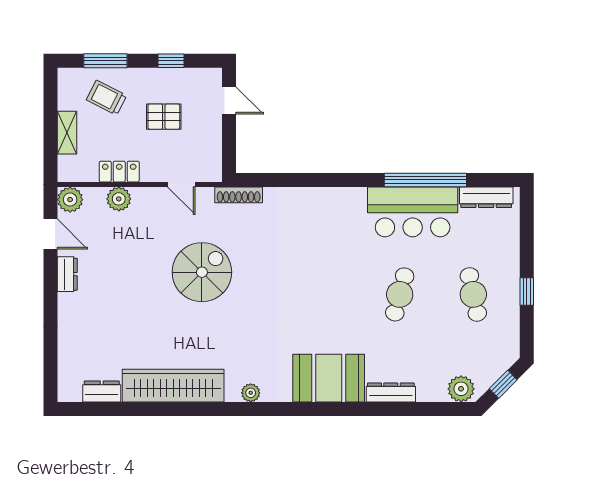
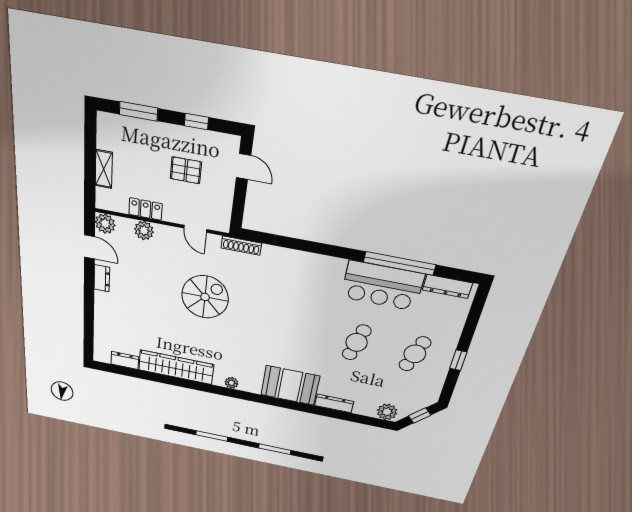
trolley: (107, 98) -> (138, 145), removed
cafe table: (473, 294) -> (415, 354), turned 30

